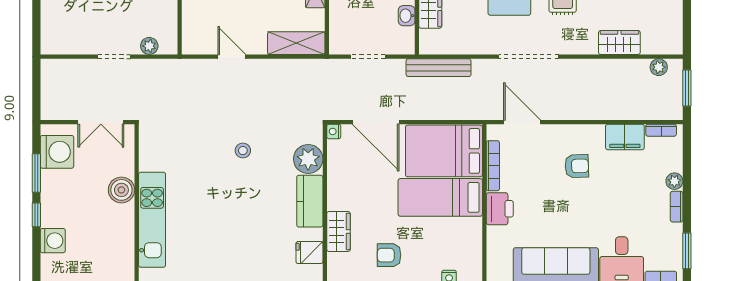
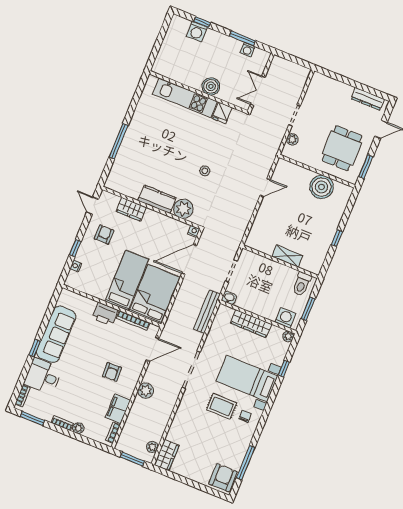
washbasin: (407, 16) -> (229, 298), moved
wardrobe: (619, 42) -> (167, 455), moved
shelving: (296, 43) -> (257, 230), removed
plant: (584, 108) -> (146, 391), added
washing machine: (57, 152) -> (247, 50), width x0.53, depth x0.53
window: (36, 215) -> (202, 22), moved
fridge: (309, 253) -> (222, 113), moved, turned 180

